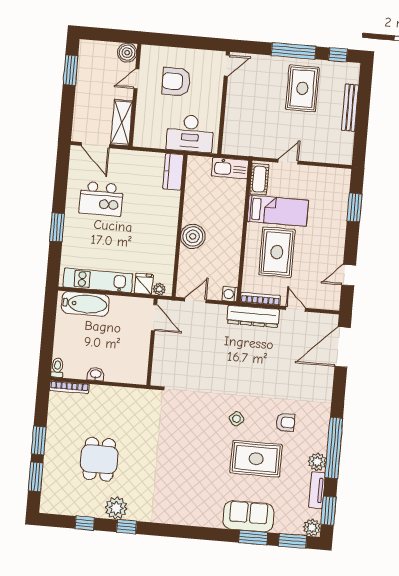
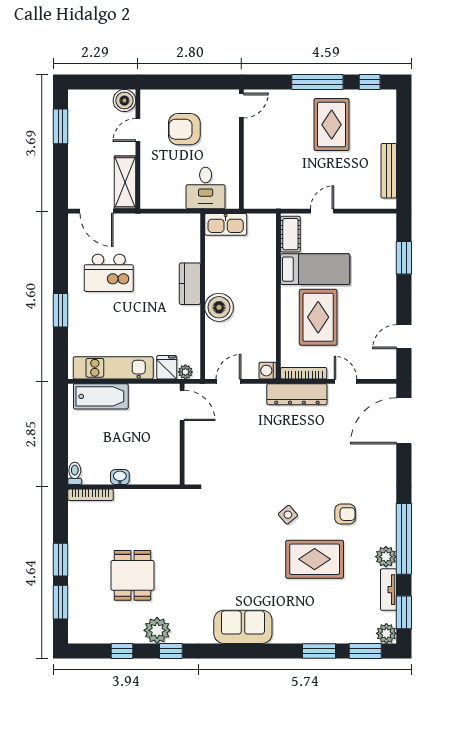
bench: (350, 108) -> (389, 171), moved
desk: (190, 133) -> (206, 188), width x0.73
kitchen sink: (230, 168) -> (226, 224), moved
kitchen counter: (173, 172) -> (190, 284), moved
sofa: (248, 516) -> (243, 627), moved

